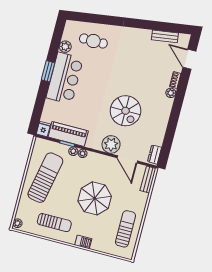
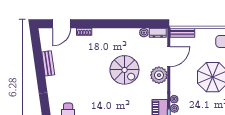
bench: (165, 36) -> (48, 63), moved
plant: (171, 93) -> (144, 33), moved
spiral stairs: (126, 111) -> (124, 70), turned 90

